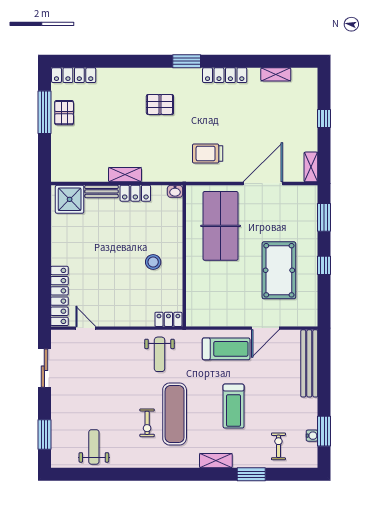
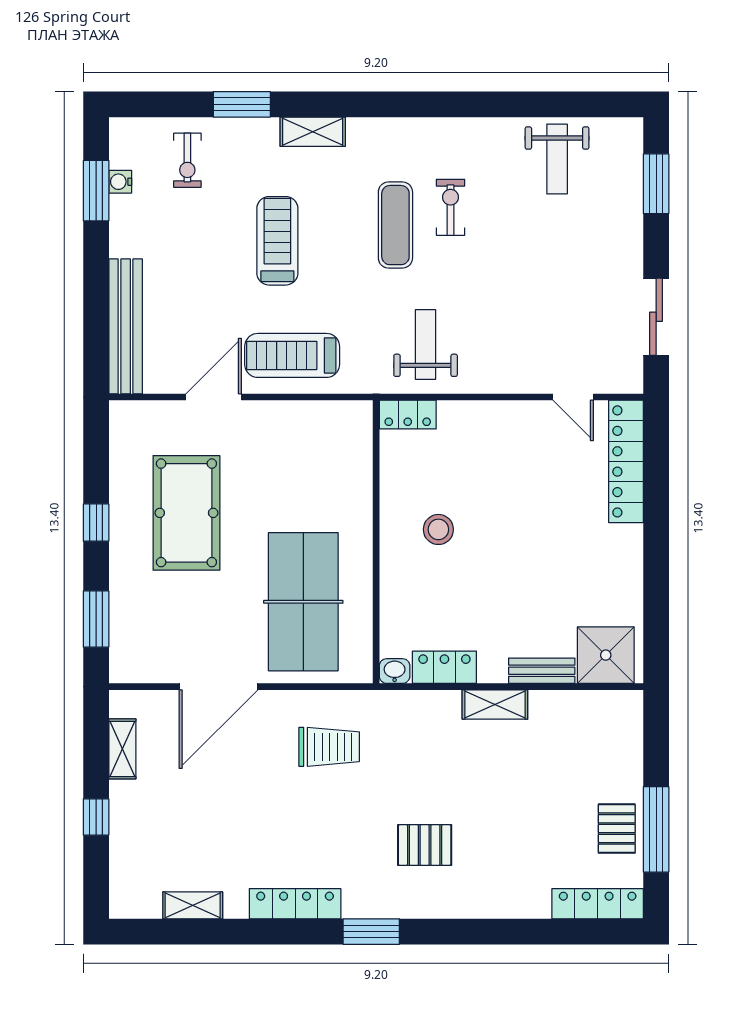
shelving: (311, 167) -> (122, 749), moved
locker: (135, 193) -> (444, 667), moved
exercise mat: (175, 414) -> (395, 225), width x0.73, depth x0.69

